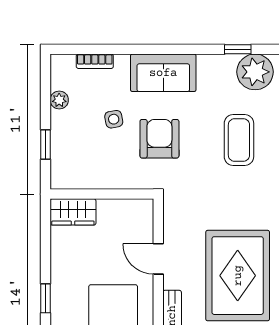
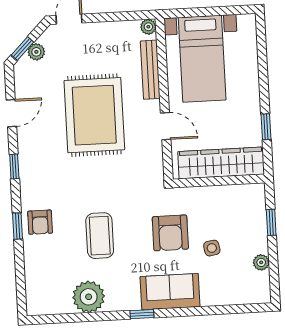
window: (238, 49) -> (142, 314), moved
bookcase: (95, 61) -> (231, 299), removed
wardrobe: (73, 212) -> (221, 163), width x2.10, depth x1.17
window: (46, 298) -> (266, 127), moved

